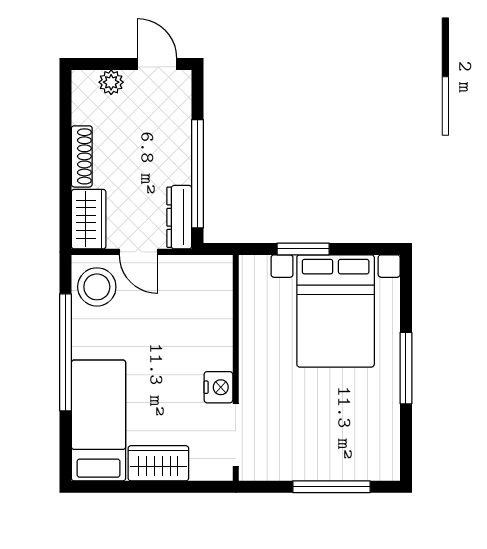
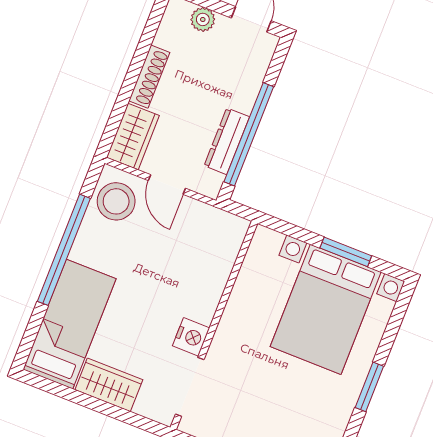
dresser: (179, 217) -> (227, 141), moved
window: (303, 249) -> (346, 252), moved
window: (406, 368) -> (369, 387), width x0.69

